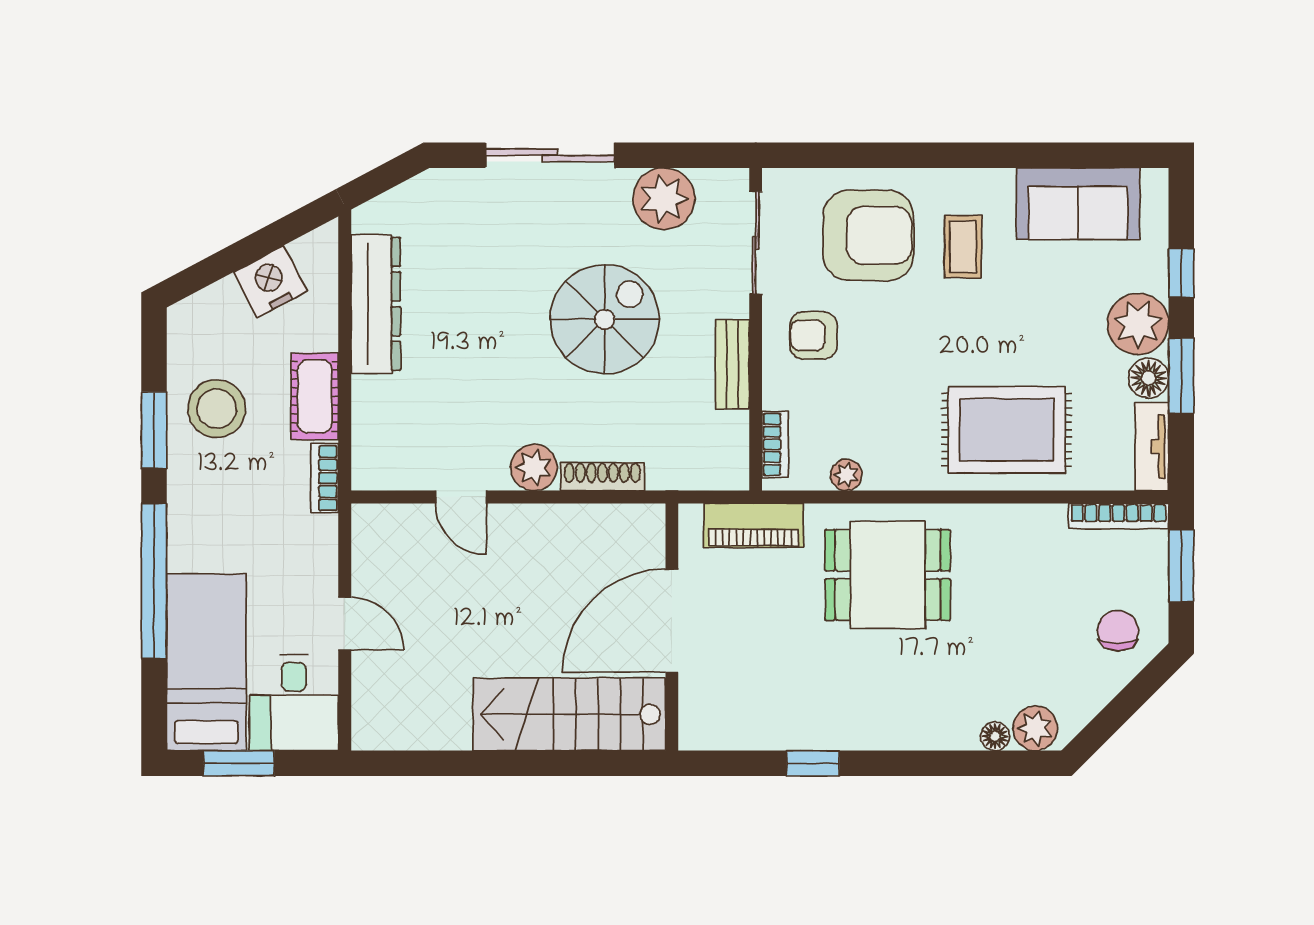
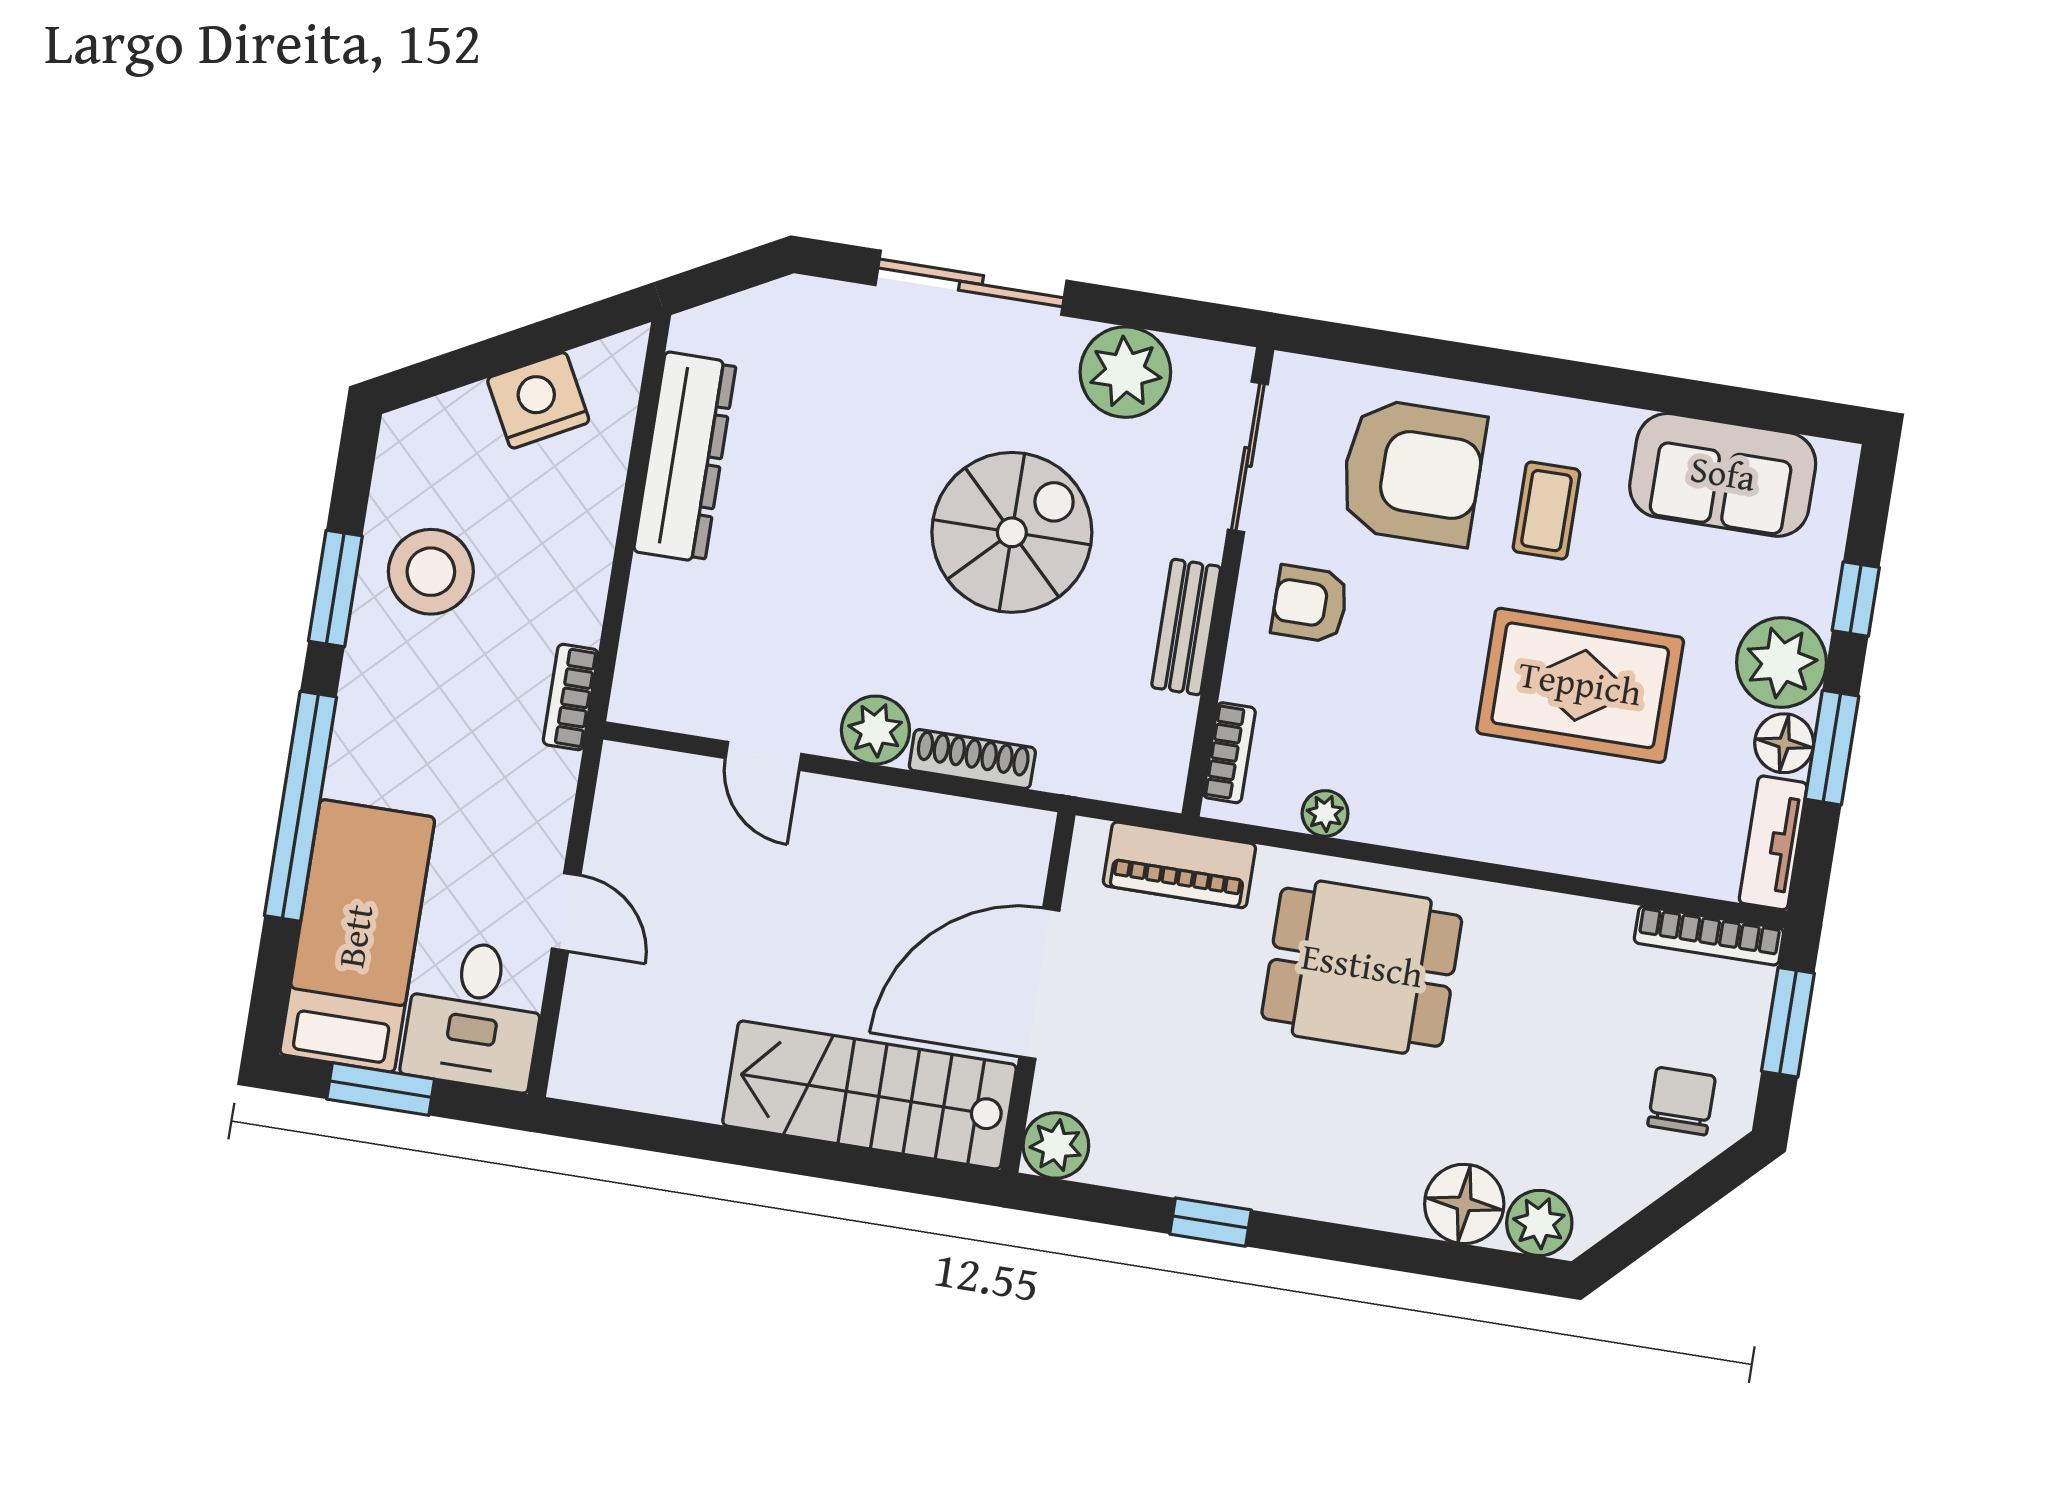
cot: (315, 396) -> (575, 577), removed
rug: (1007, 430) -> (1580, 685), moved
plant: (701, 728) -> (1056, 1145), added
floor lamp: (995, 736) -> (1464, 1204), width x1.89, depth x1.89

